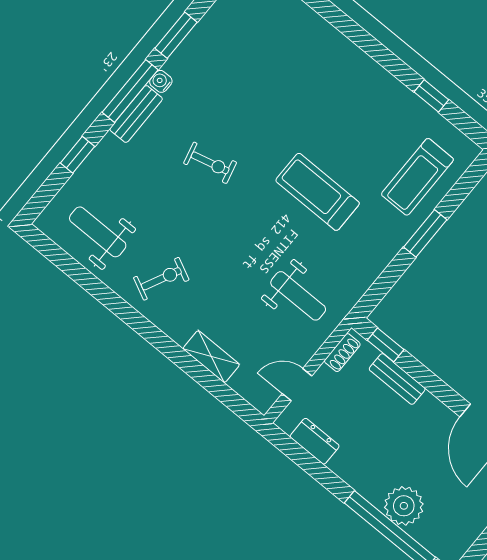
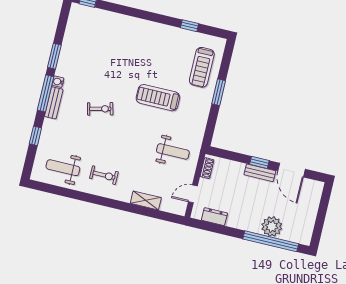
exercise bike: (161, 279) -> (104, 175), turned 64
window: (386, 345) -> (259, 162), moved
bench: (397, 379) -> (260, 173), moved

